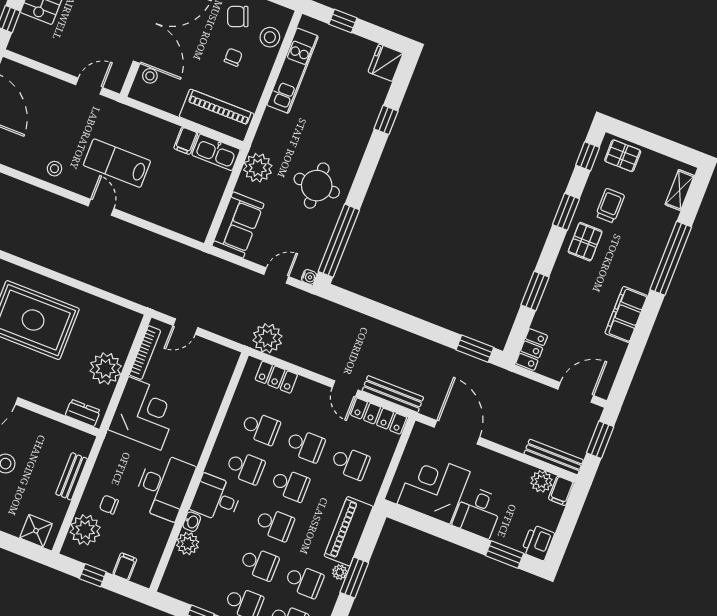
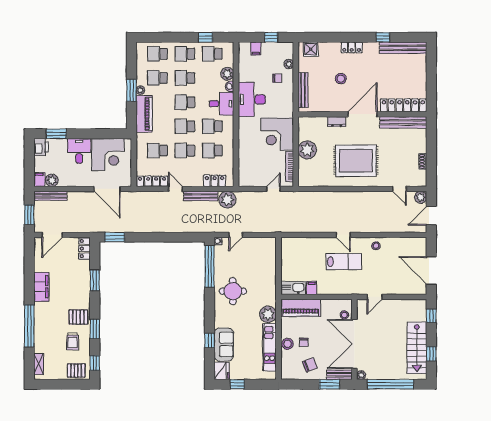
window: (343, 21) -> (237, 384), moved
stool: (270, 37) -> (288, 344), moved
plant: (258, 168) -> (268, 314), moved
sofa: (238, 225) -> (224, 345), moved, turned 180
pallet: (585, 242) -> (78, 317), turned 90
bench: (393, 394) -> (201, 196), moved
dresser: (83, 413) -> (337, 122), moved
bench: (72, 476) -> (303, 90), width x1.36
plant: (85, 530) -> (289, 64), width x0.53, depth x0.53
school desk: (199, 586) -> (212, 54), added

